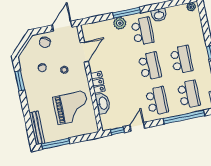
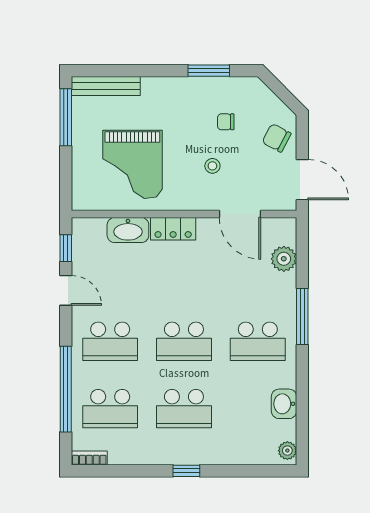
washbasin: (159, 15) -> (284, 404), moved
plant: (120, 23) -> (284, 259), moved

